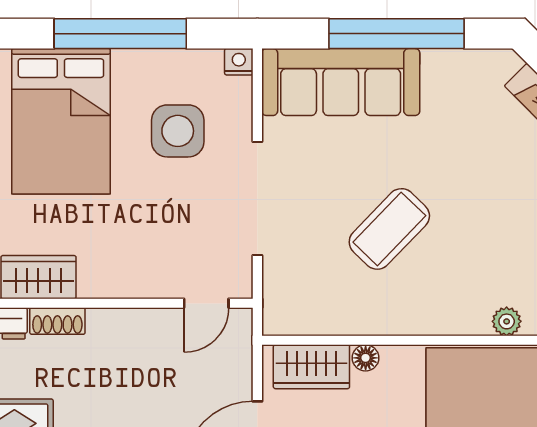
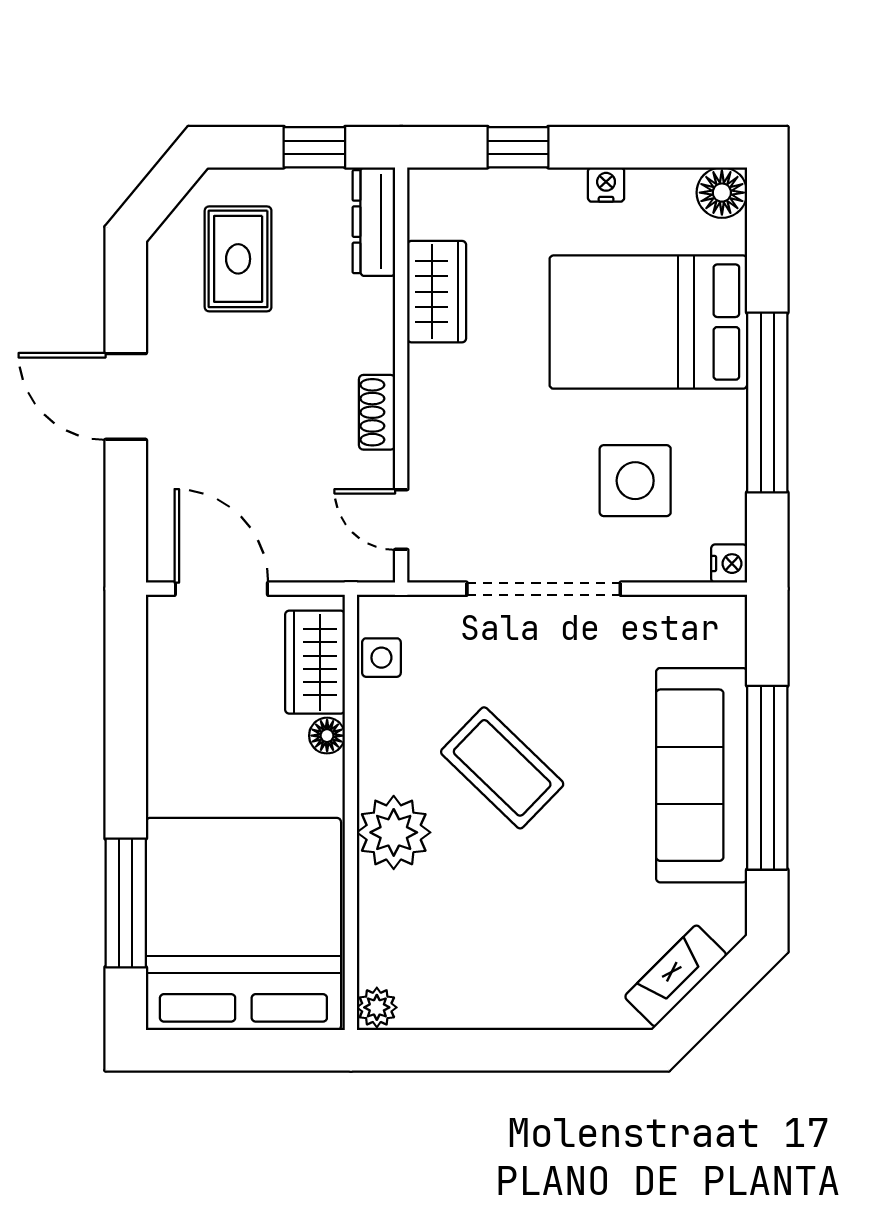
sofa: (341, 82) -> (702, 775), moved
side table: (308, 318) -> (381, 658), added
shoe rack: (57, 321) -> (377, 412), moved
plant: (507, 321) -> (394, 832), moved, width x1.87, depth x1.87

